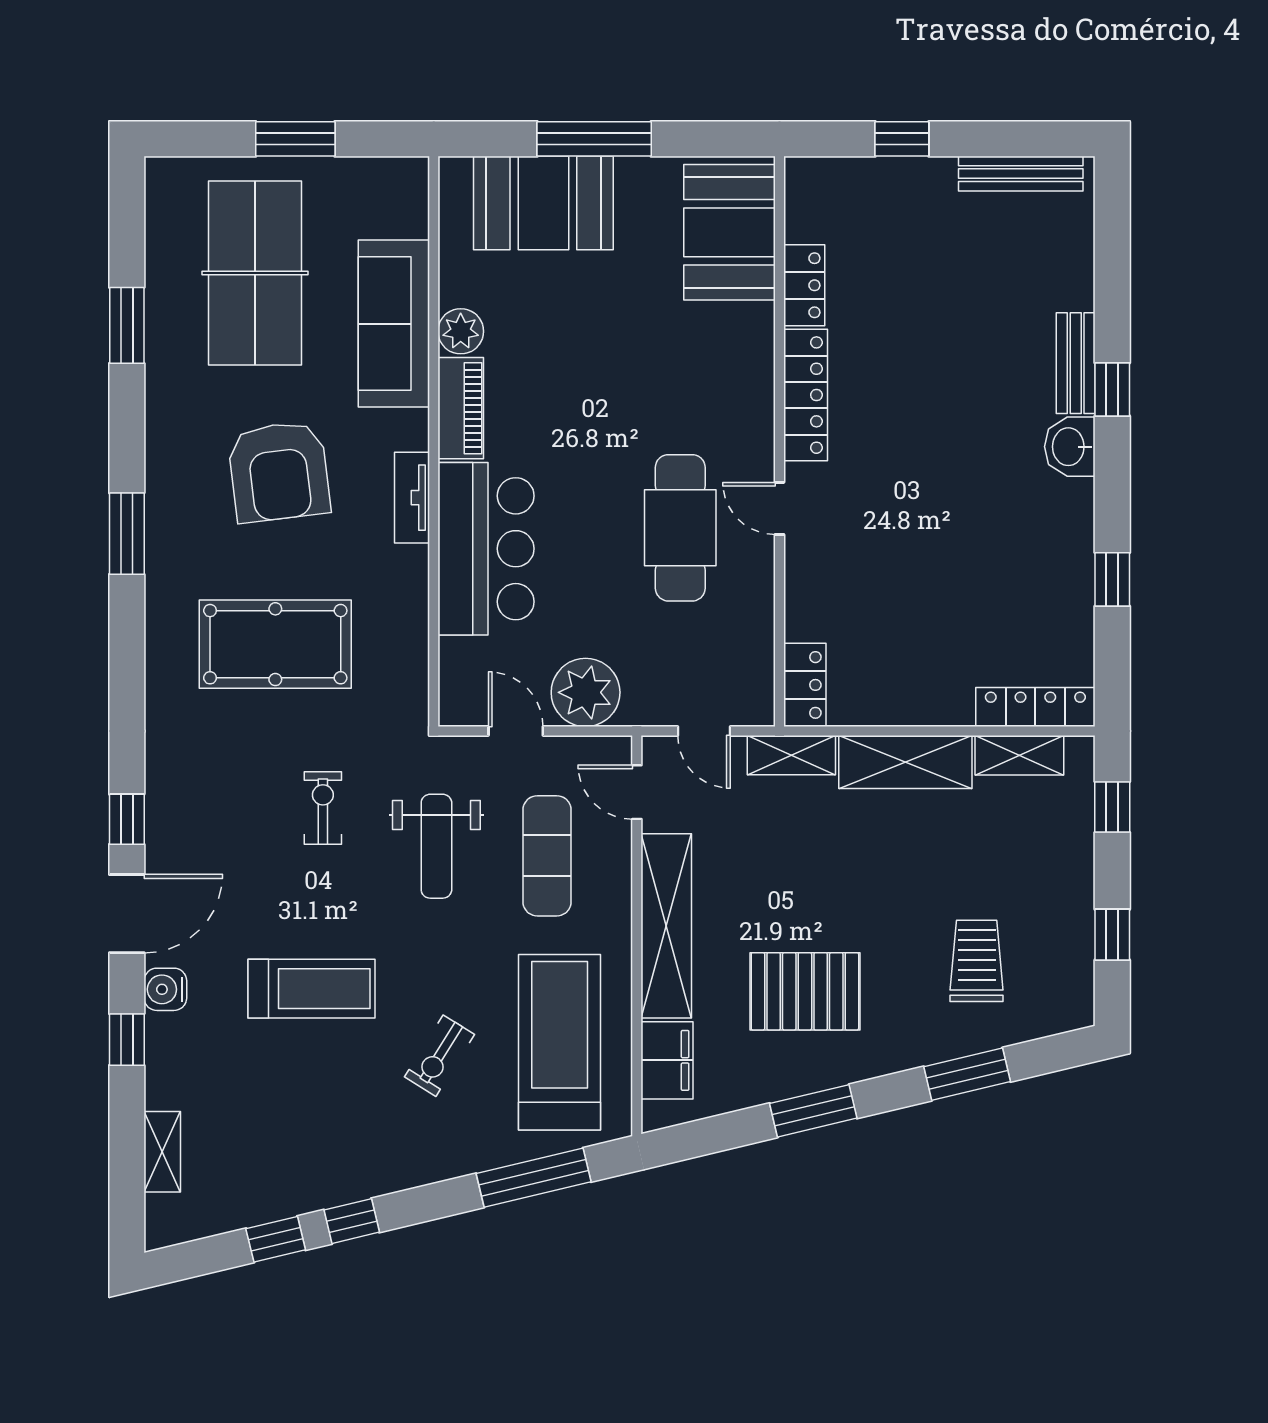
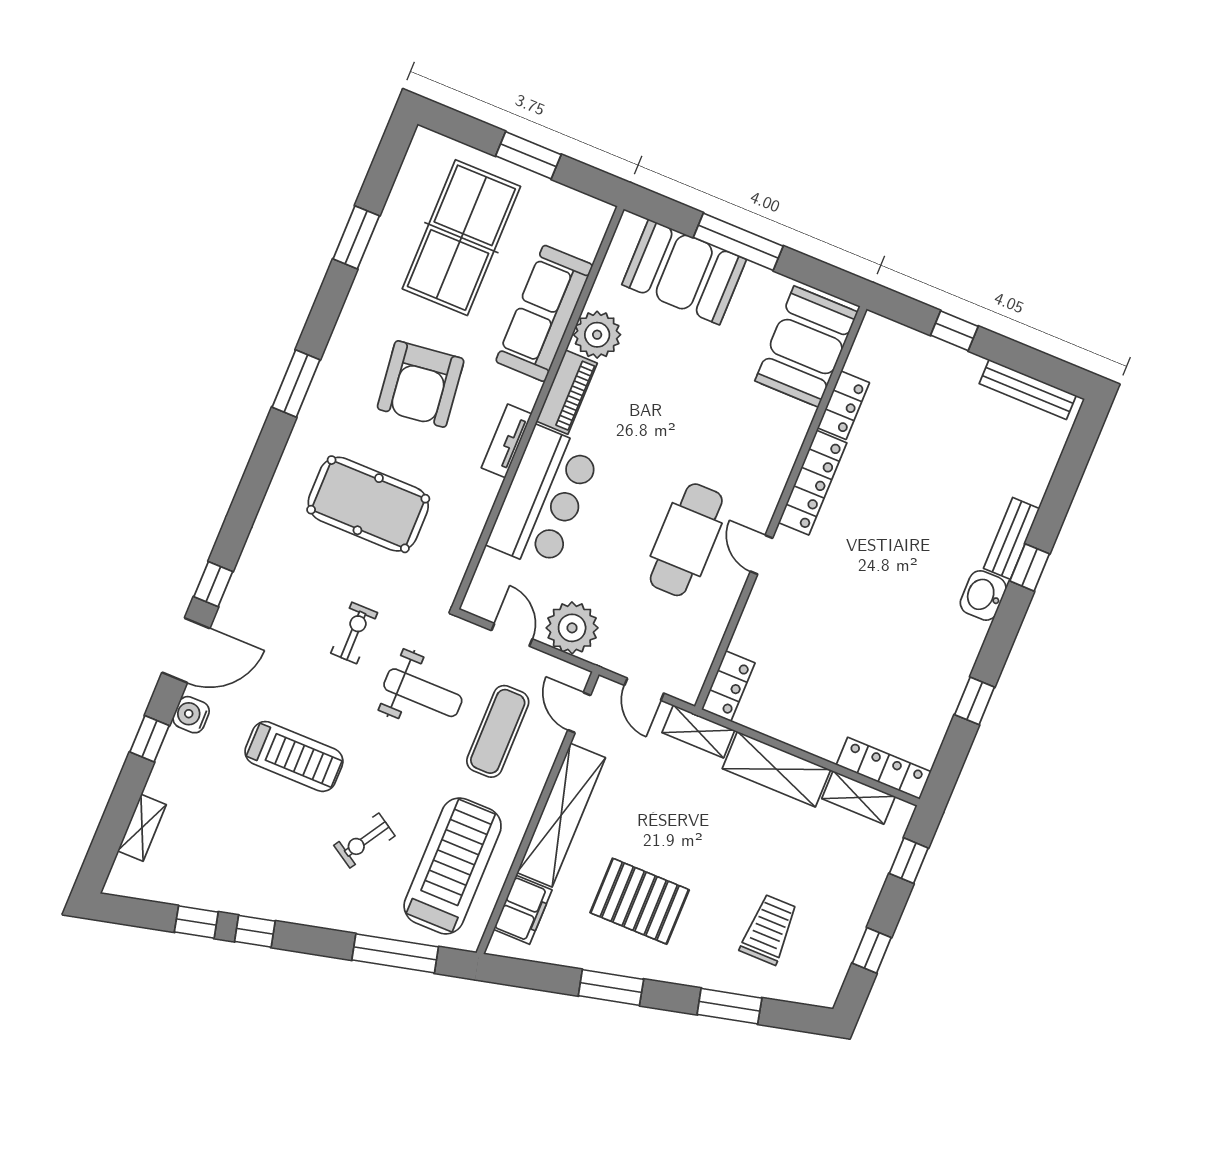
plant: (461, 331) -> (597, 335), width x1.36, depth x1.36
weight bench: (436, 846) -> (423, 693), turned -90

